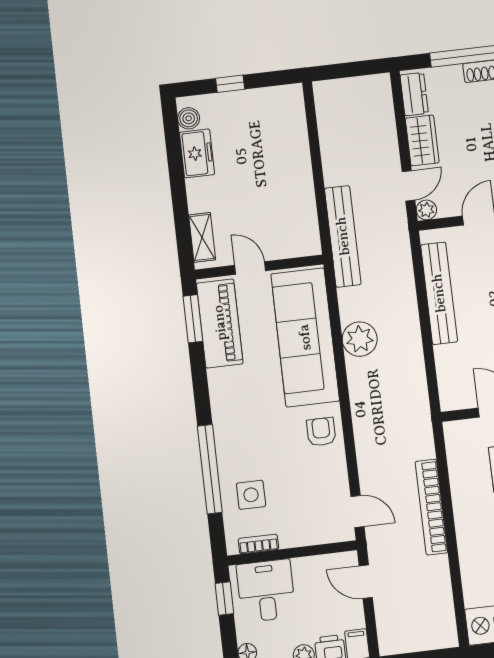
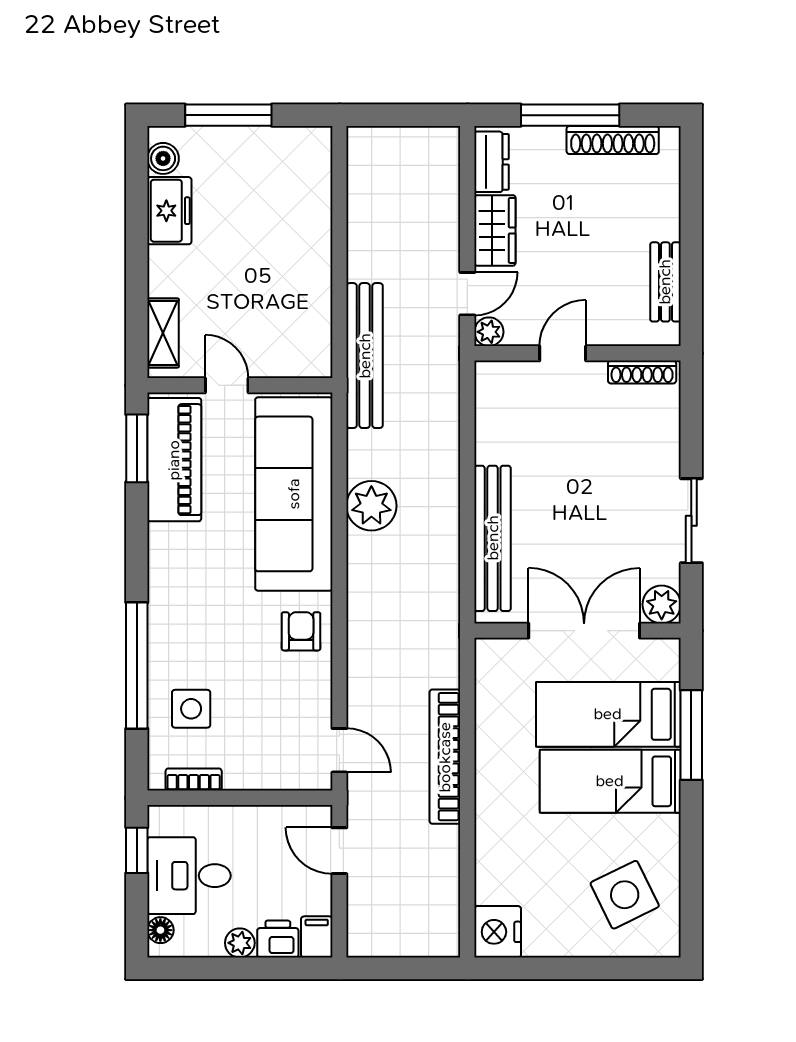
window: (230, 84) -> (228, 115), width x2.17
bench: (439, 293) -> (493, 538), moved
desk: (266, 591) -> (189, 876), moved, turned -90

